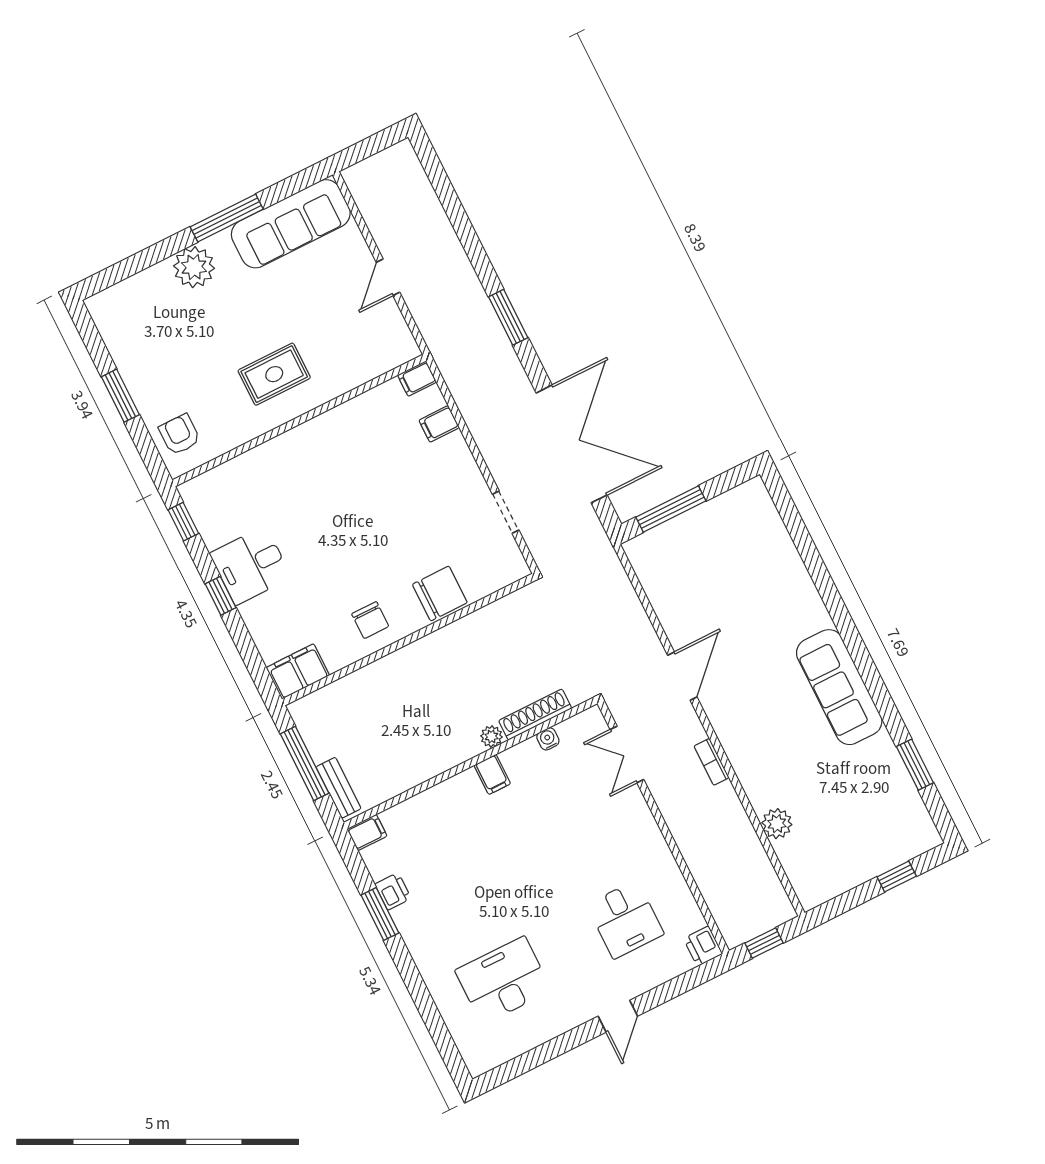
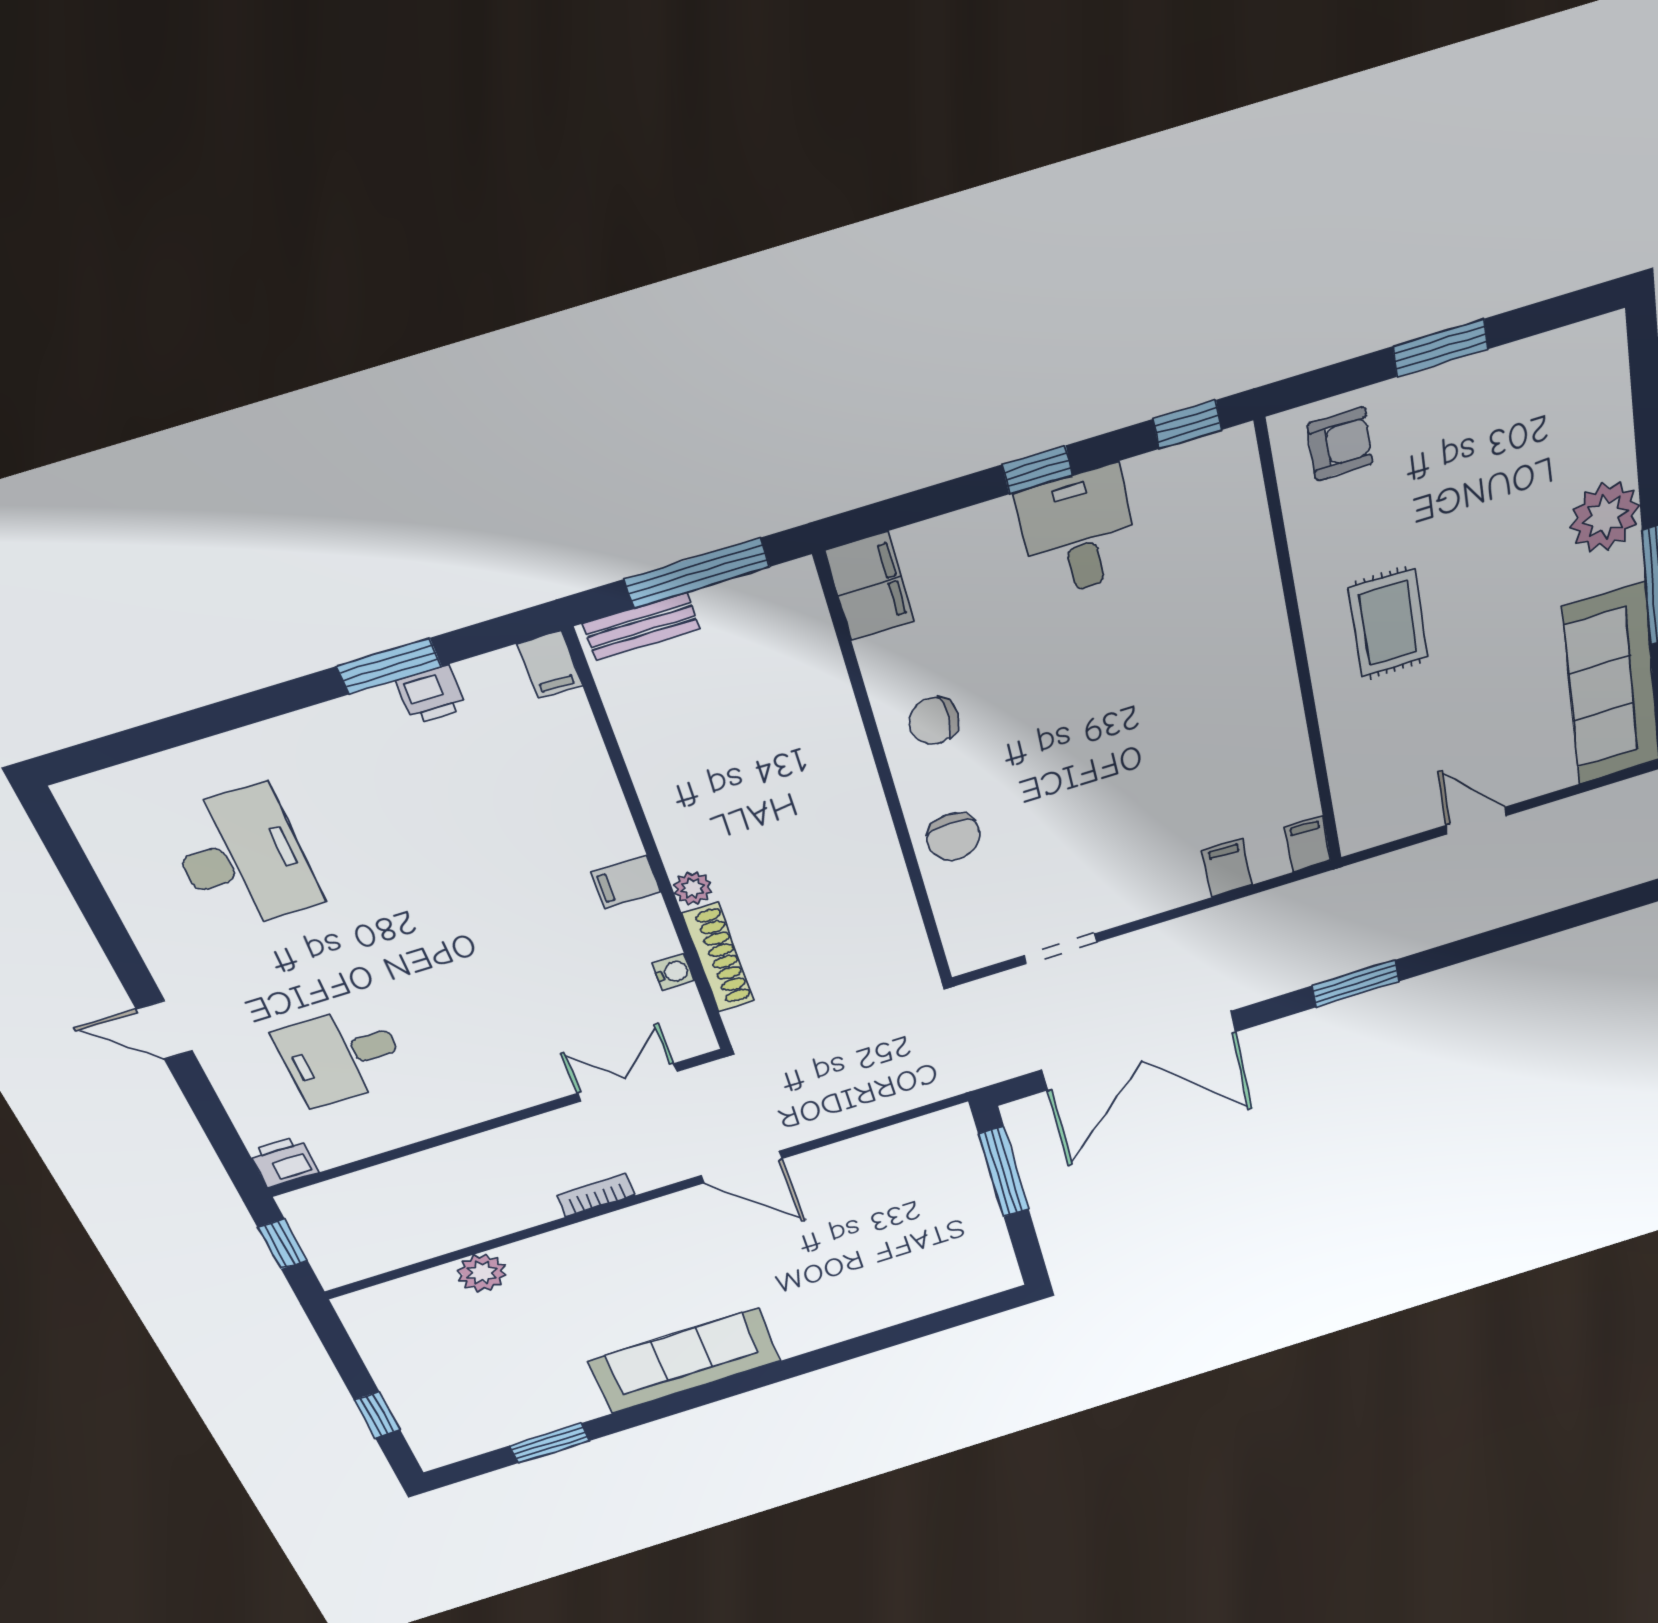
chair: (440, 594) -> (953, 837), width x0.73, depth x0.73

